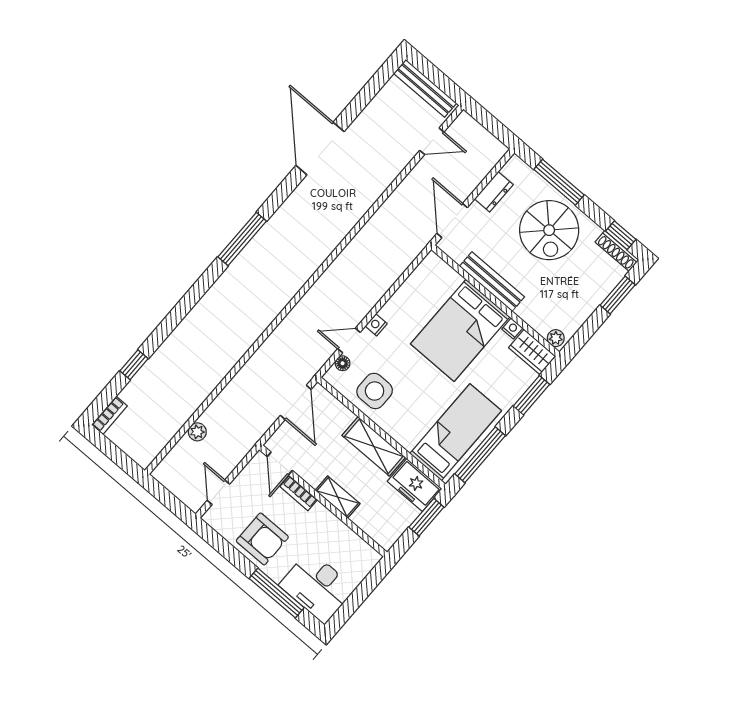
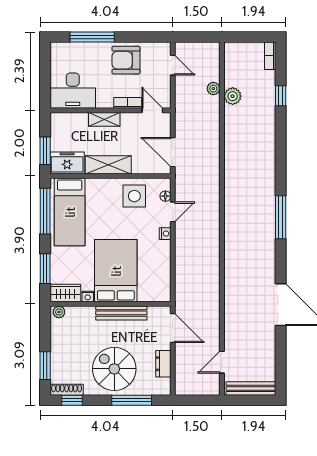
plant: (184, 407) -> (233, 96), added
desk: (317, 587) -> (73, 91), moved, turned 180

